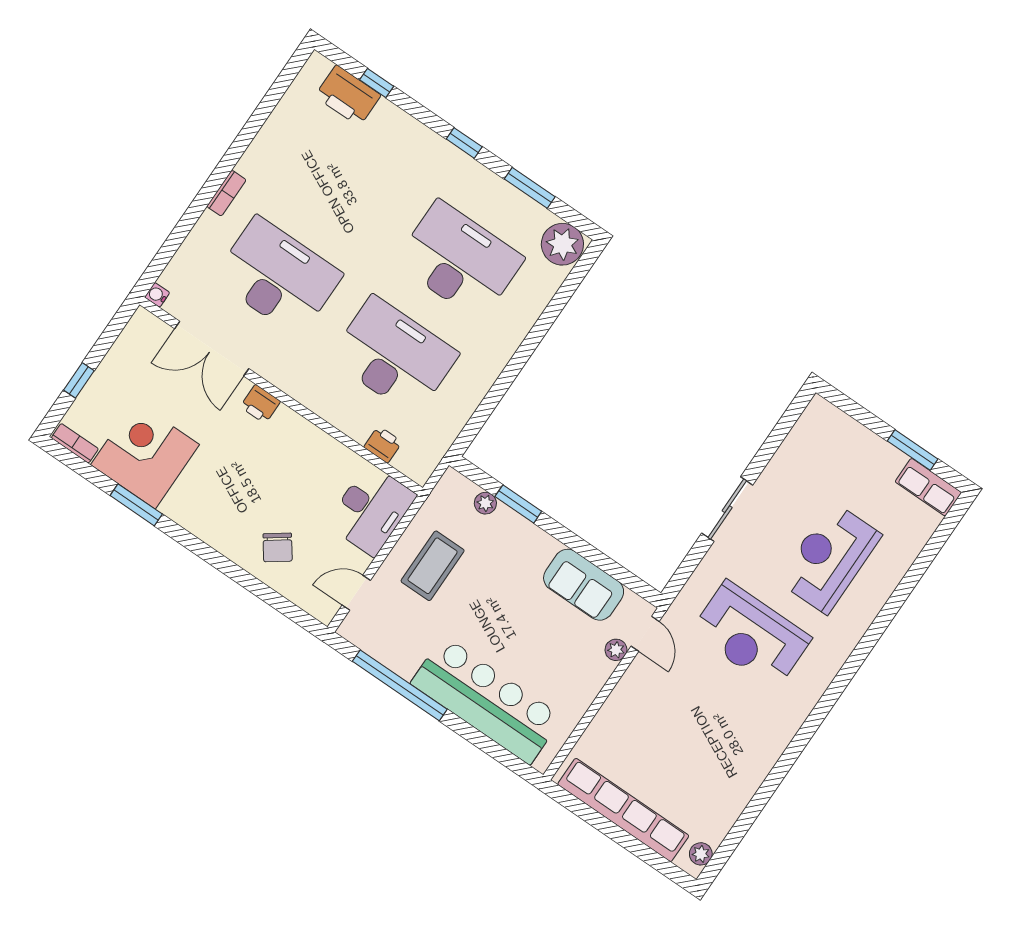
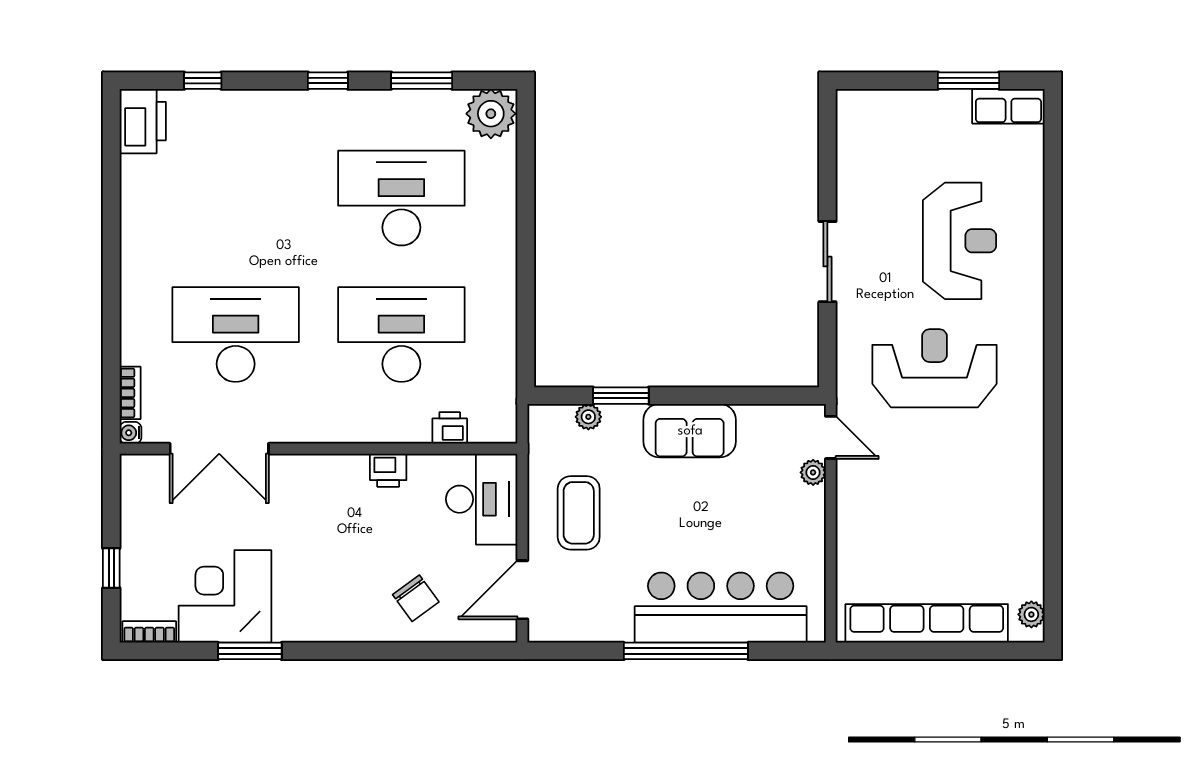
printer: (348, 96) -> (143, 121), moved, turned -90
bookcase: (226, 193) -> (130, 393), moved
printer: (260, 404) -> (388, 470), moved
reception desk: (830, 558) -> (959, 241), turned 180
sofa: (584, 585) -> (690, 431), moved
door: (356, 593) -> (522, 590), width x1.38
reception desk: (751, 635) -> (934, 368), turned 180
window: (400, 685) -> (686, 651), moved

